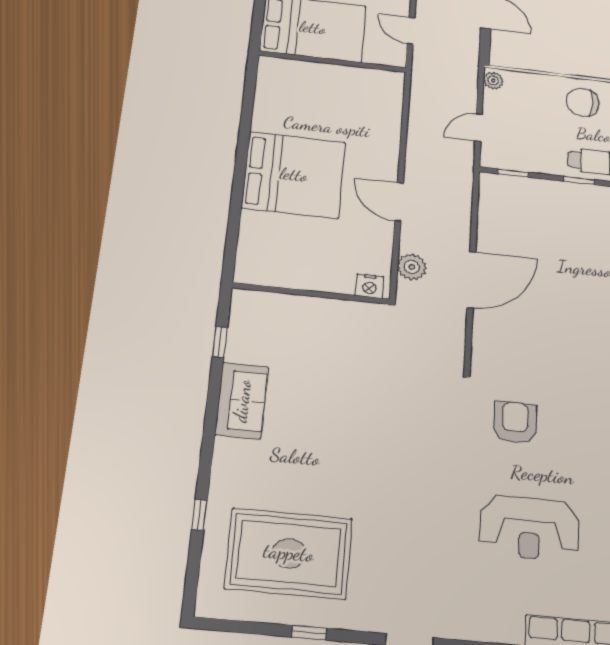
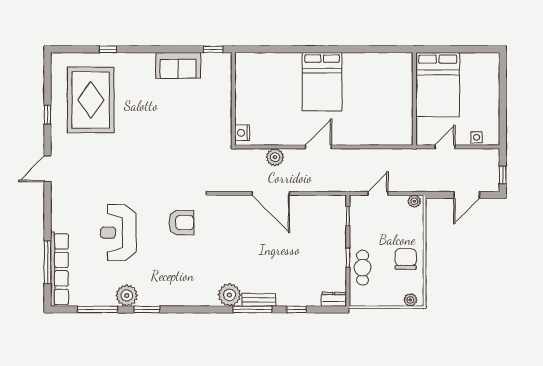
door: (479, 128) -> (378, 193), hinge flipped
bed: (294, 175) -> (322, 82), width x0.73
nightstand: (369, 286) -> (242, 133), moved
wall: (311, 293) -> (233, 99), moved

